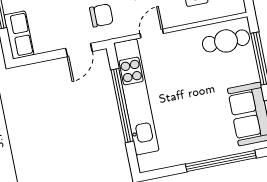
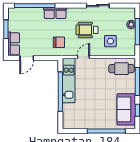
door: (79, 50) -> (27, 58), moved
kitchen unit: (136, 97) -> (69, 80), width x0.73

